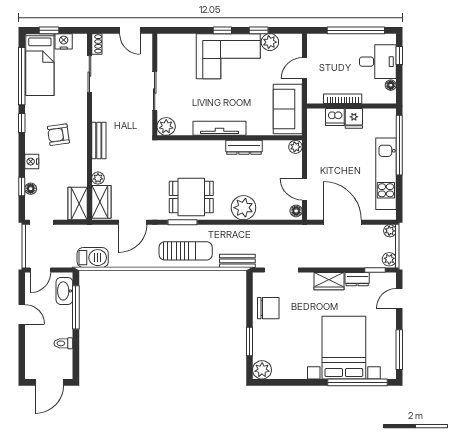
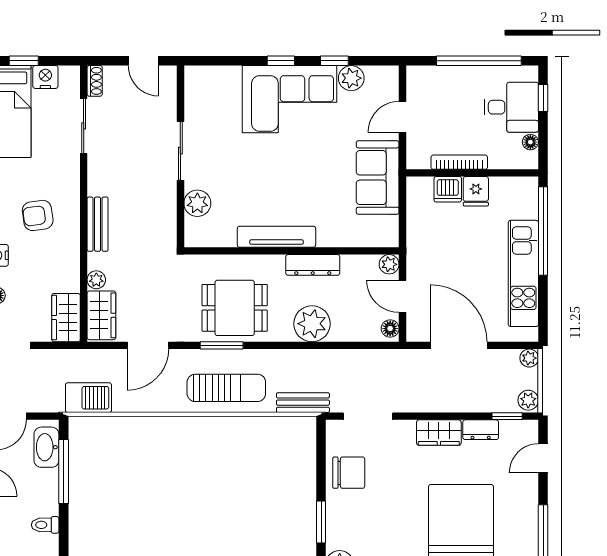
tv unit: (220, 128) -> (277, 237), moved
wall: (230, 138) -> (291, 251), moved
dresser: (244, 147) -> (313, 265), moved
plant: (295, 147) -> (389, 264), moved

